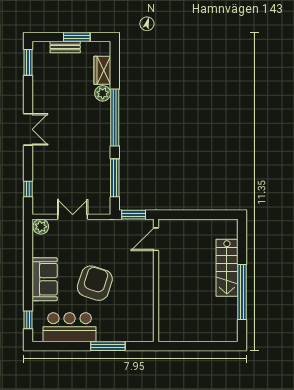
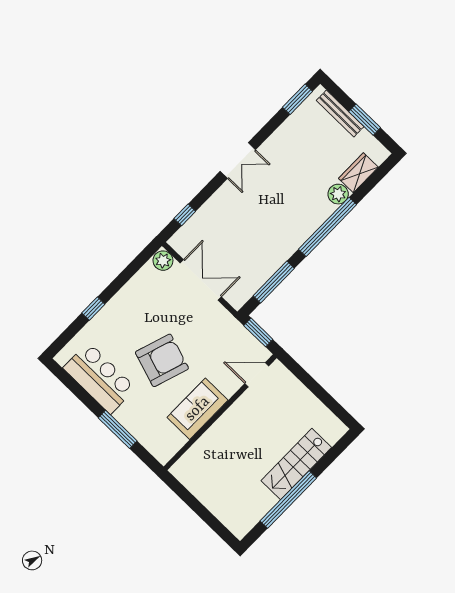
bench: (65, 47) -> (340, 113), width x1.36
double door: (73, 217) -> (201, 280), width x1.37
sofa: (45, 279) -> (198, 409), moved, turned 180
window: (28, 320) -> (93, 309), moved

